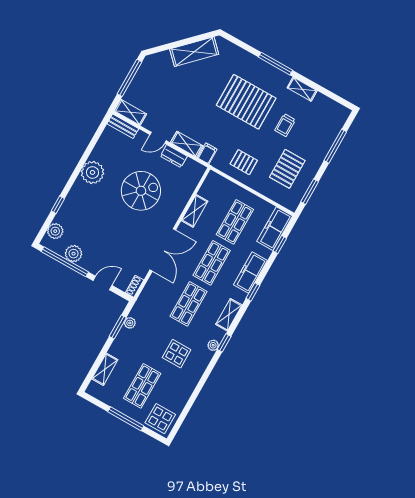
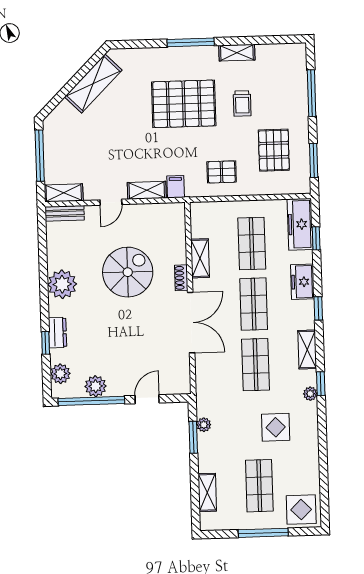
dresser: (174, 156) -> (58, 333), moved, turned -90
freezer: (250, 273) -> (302, 282), width x0.71
shoe rack: (135, 286) -> (181, 278), moved

